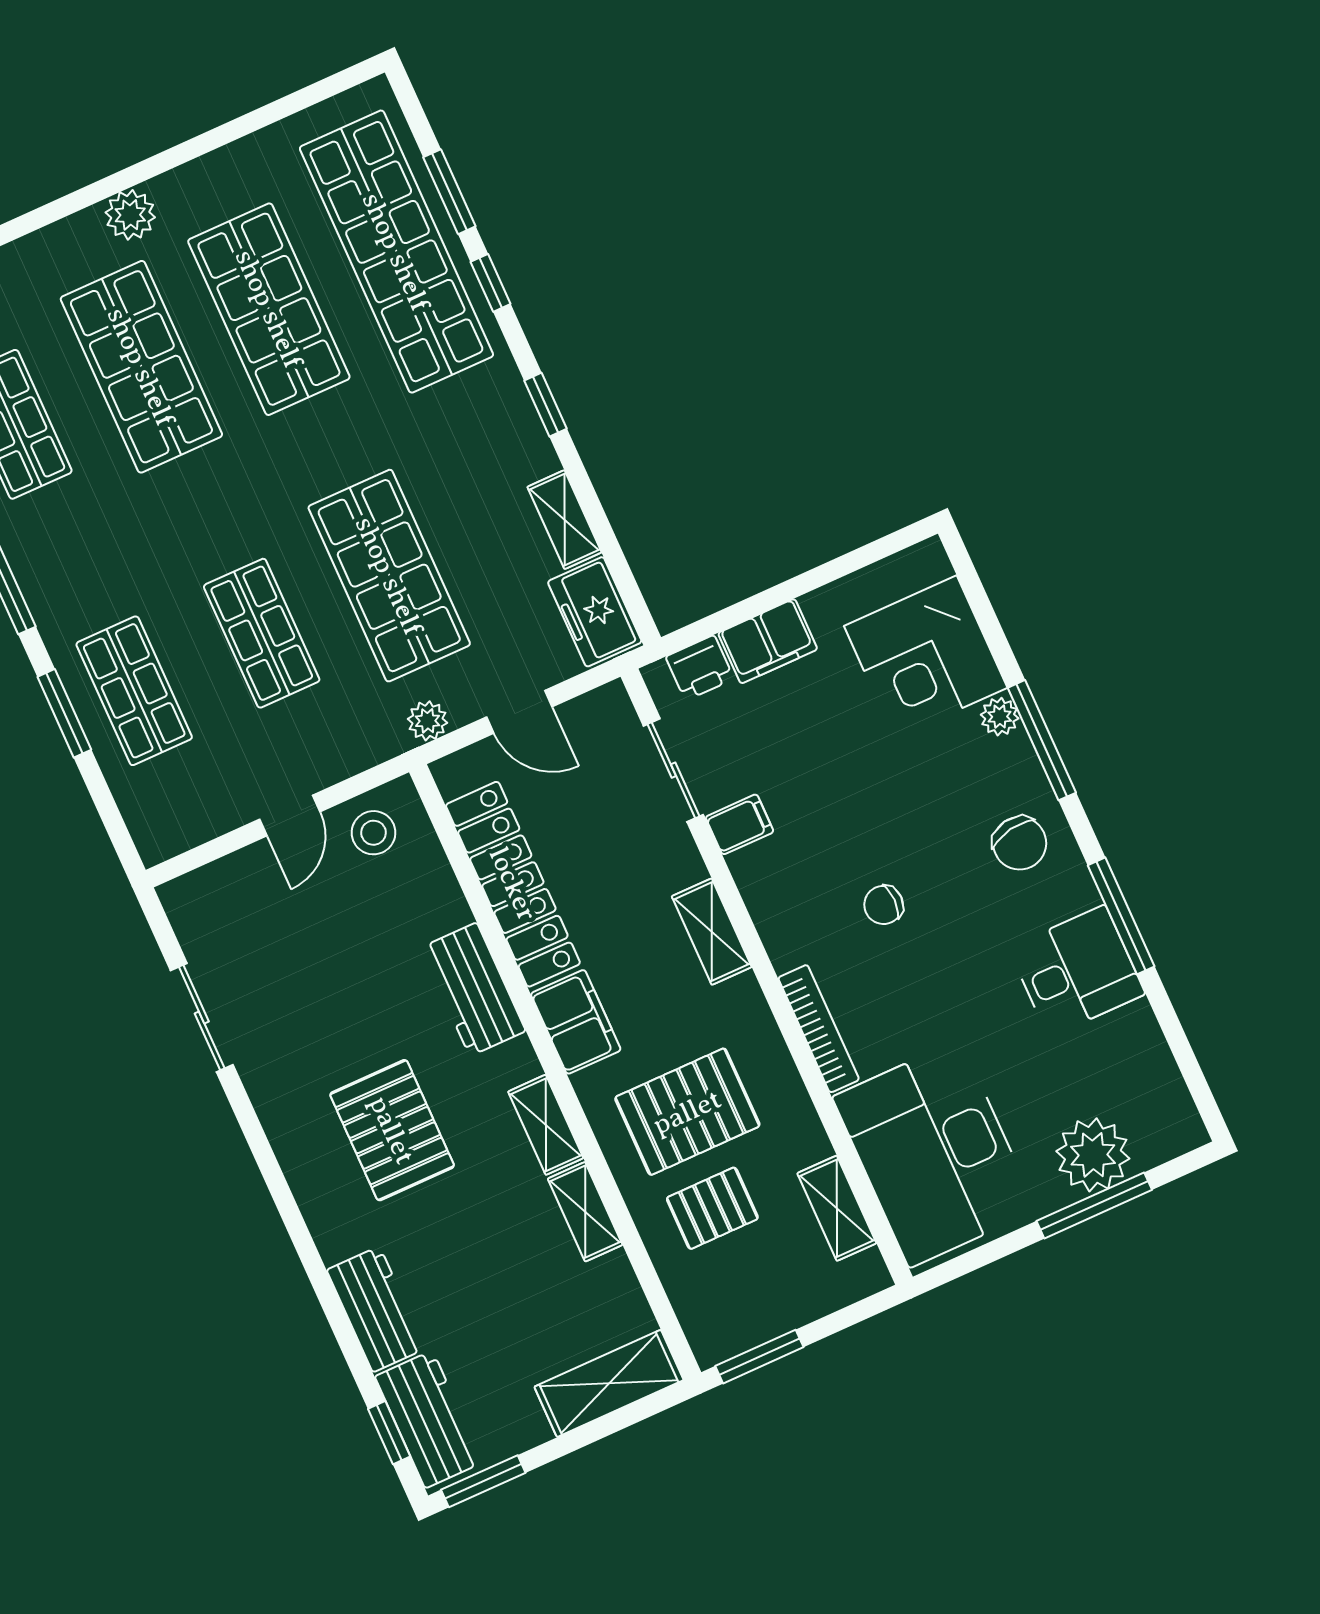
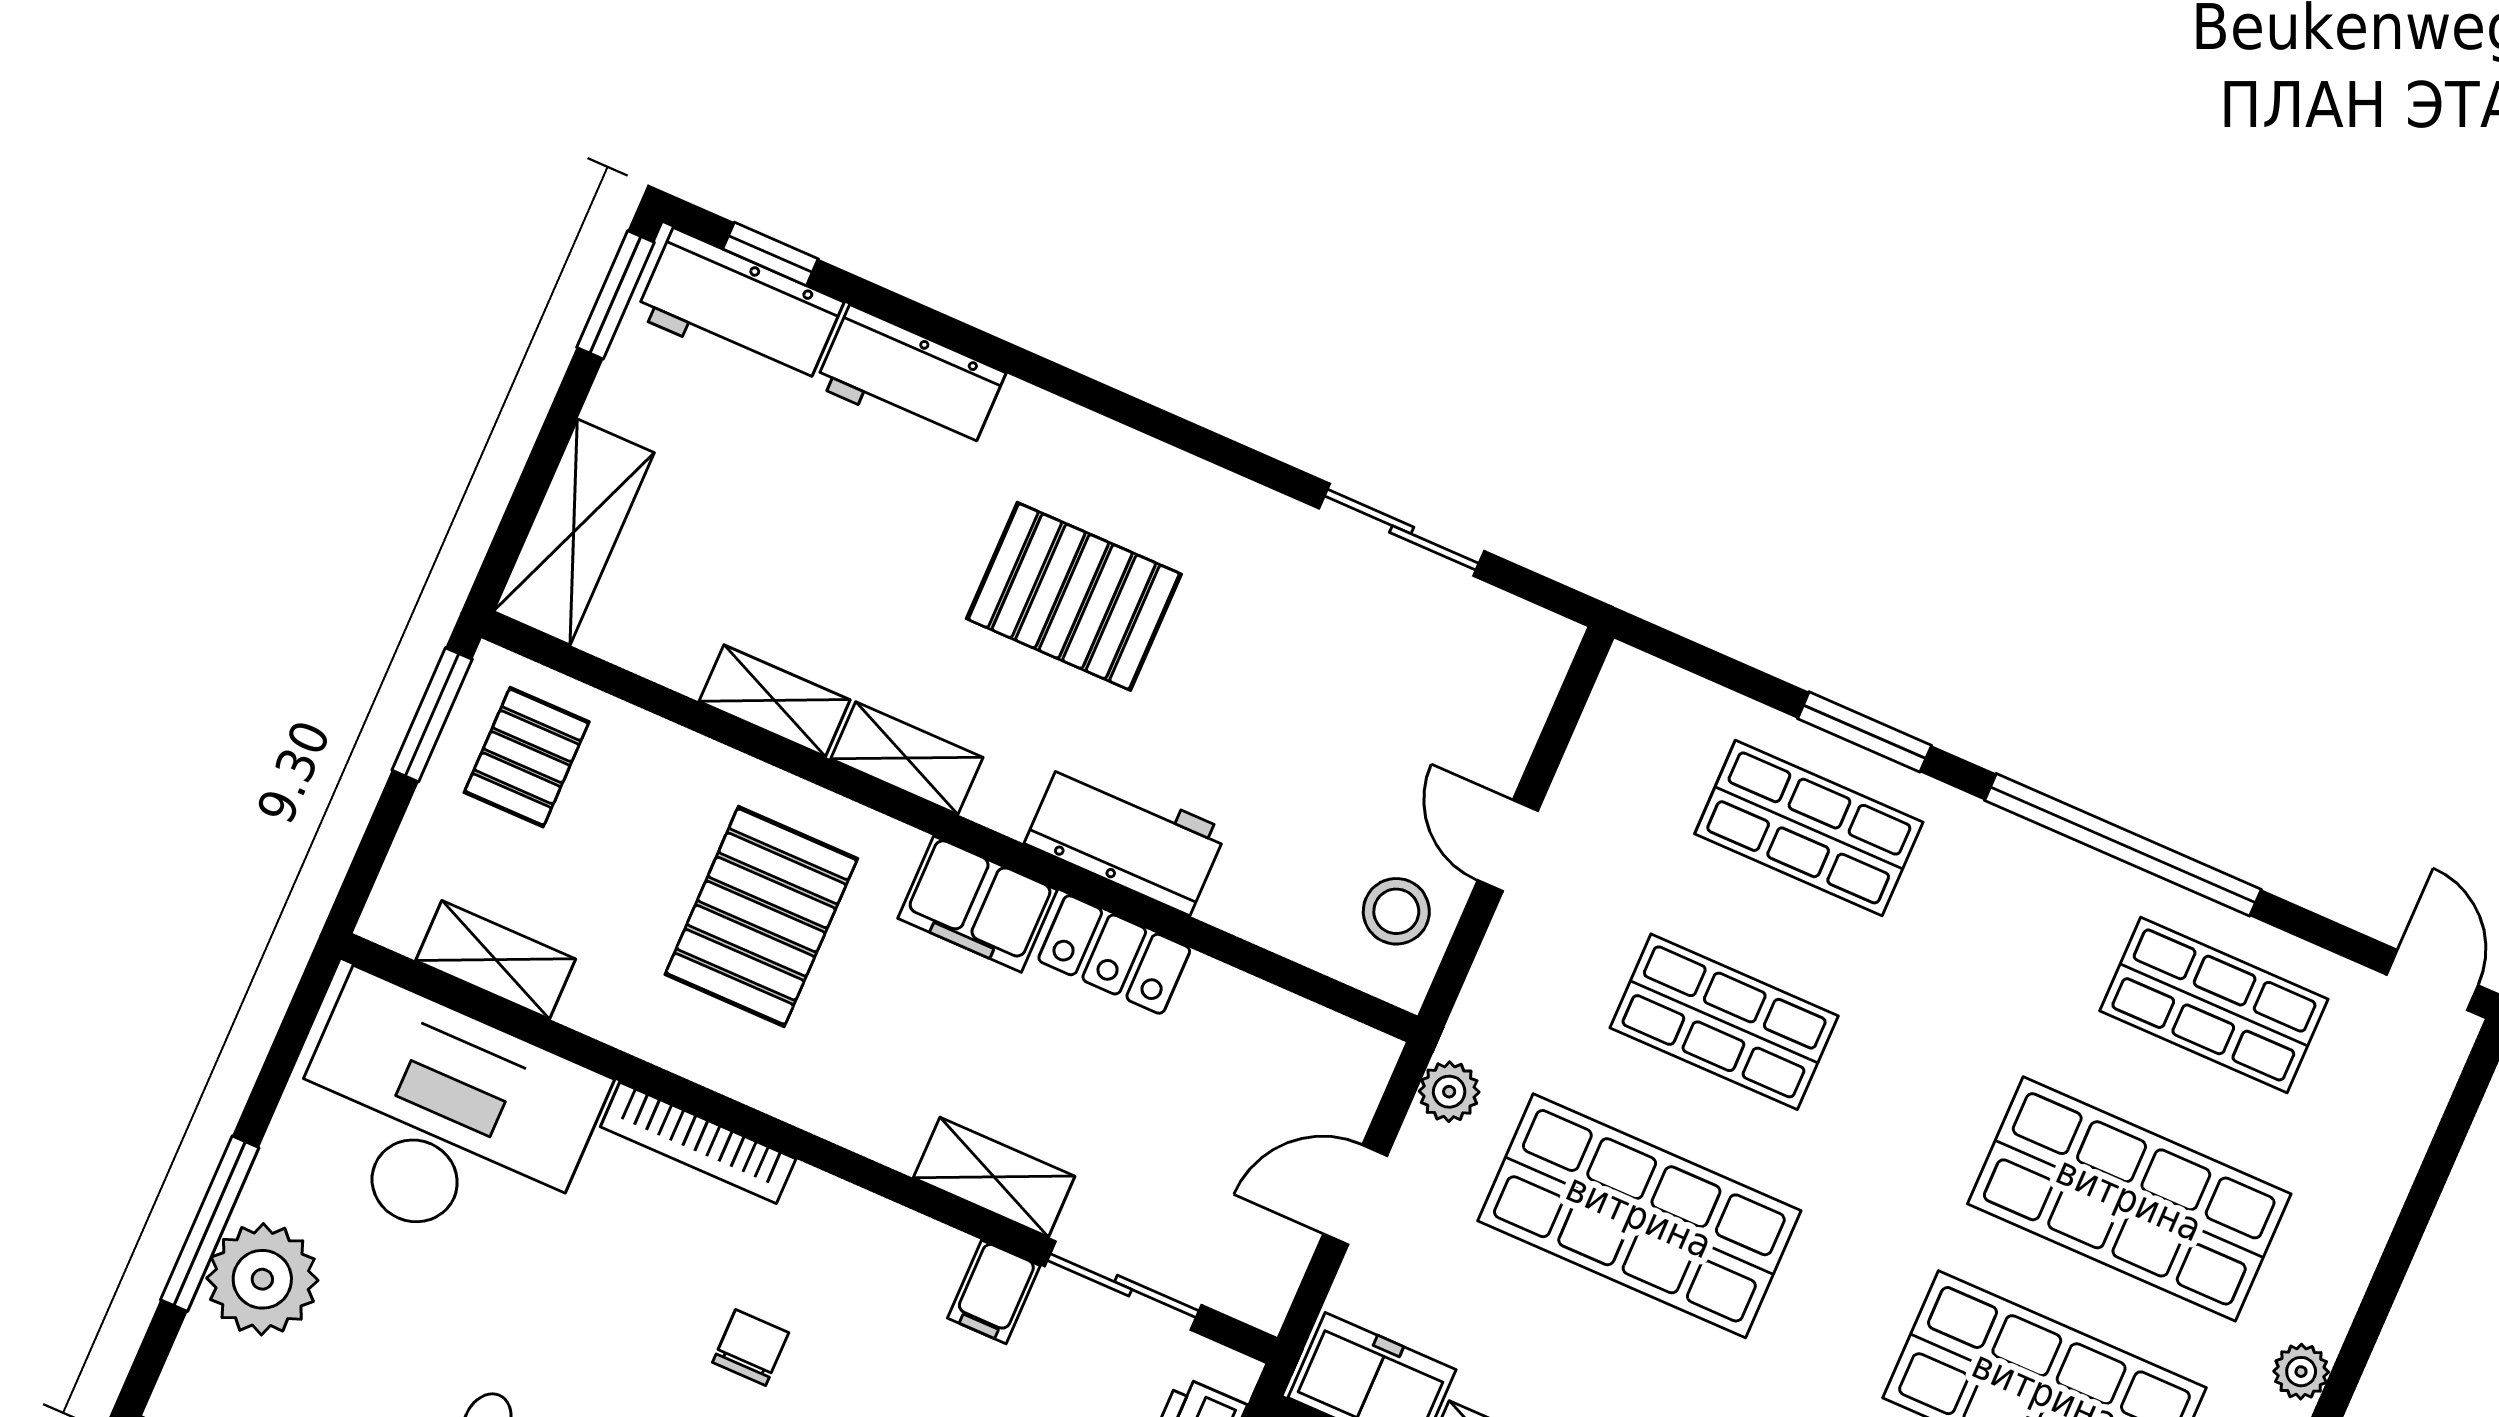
plant: (130, 215) -> (2301, 1372), width x0.73, depth x0.73
locker: (513, 884) -> (1114, 955), width x0.46, depth x0.83
shelving: (712, 932) -> (994, 1177), moved
pallet: (712, 1208) -> (527, 757), moved

